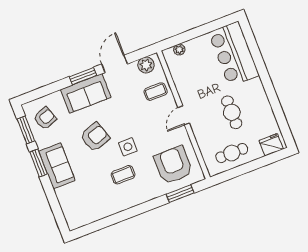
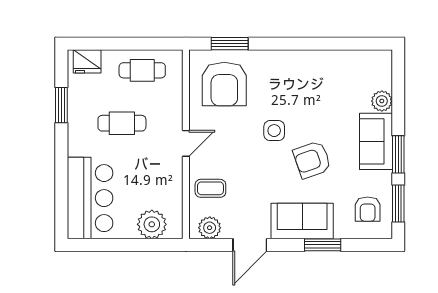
plant: (179, 50) -> (152, 224), width x1.88, depth x1.88
window: (83, 76) -> (323, 245), moved
window: (277, 109) -> (61, 105), added
cafe table: (232, 112) -> (122, 123), turned 90
armchair: (45, 118) -> (368, 209), turned -70
coffee table: (123, 175) -> (294, 97), removed
plant: (63, 194) -> (382, 101), added

